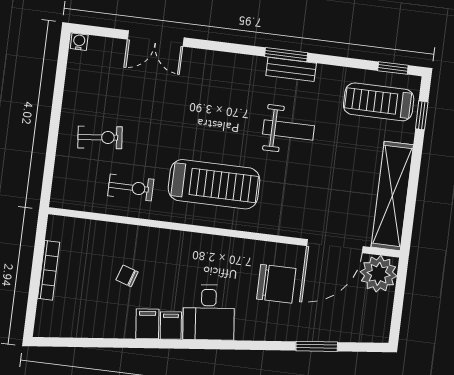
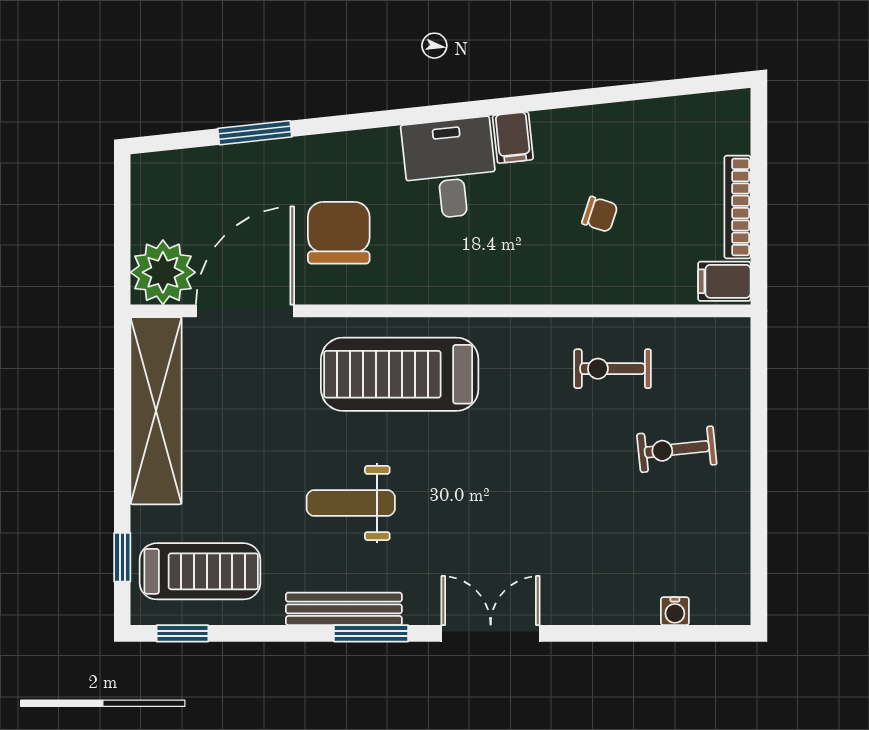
double door: (156, 38) -> (491, 633), moved
water cooler: (79, 42) -> (675, 611), moved
bench: (291, 69) -> (344, 609), width x1.36
treadmill: (214, 184) -> (400, 374), moved
chair: (276, 284) -> (339, 233), turned 90
filing cabinet: (147, 324) -> (724, 281), moved, turned 96

